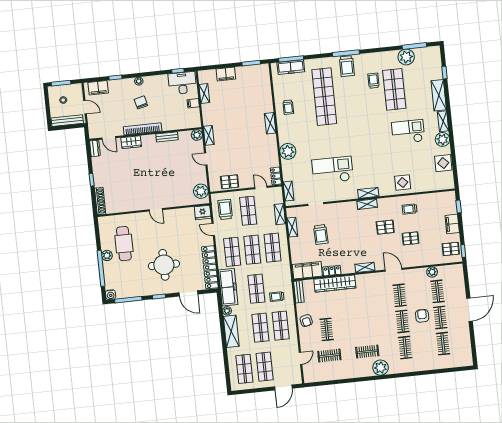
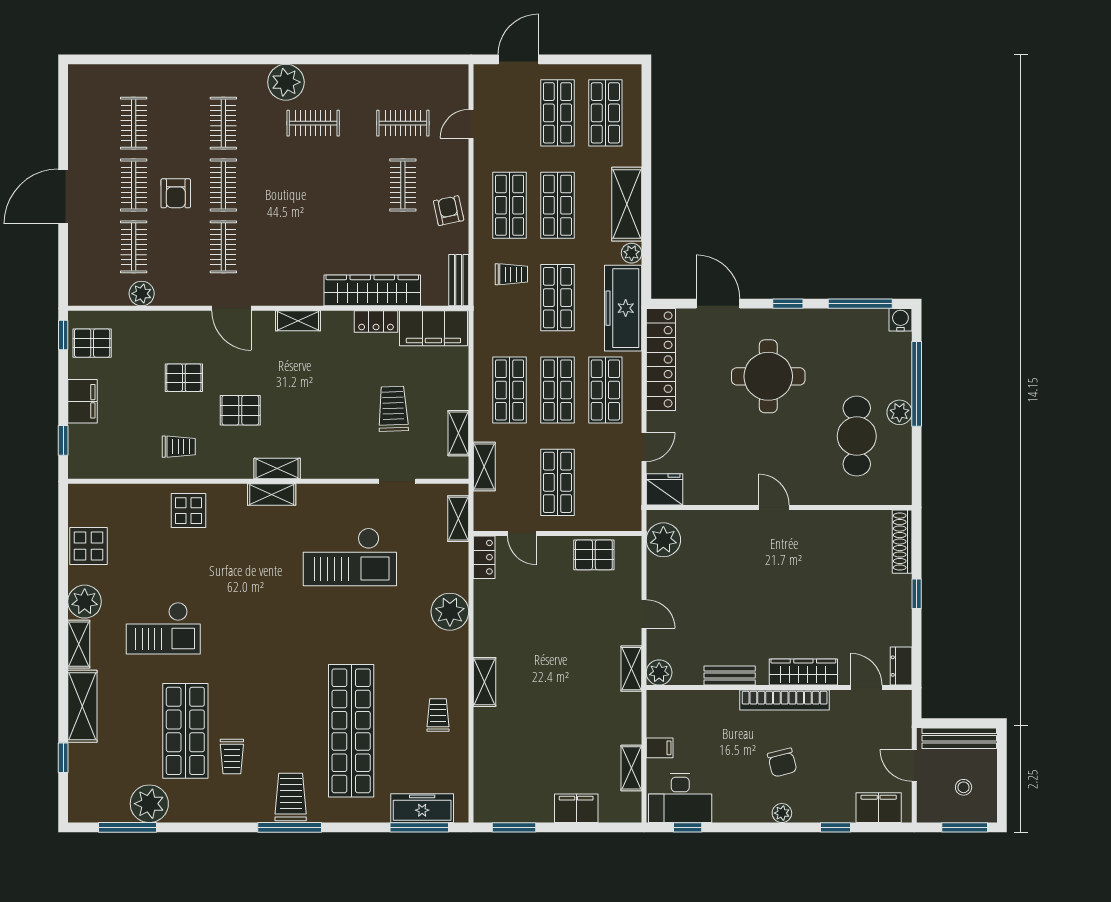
wardrobe: (131, 142) -> (803, 672), width x1.50
trolley: (225, 209) -> (611, 491), removed
door: (213, 230) -> (644, 447), hinge flipped

